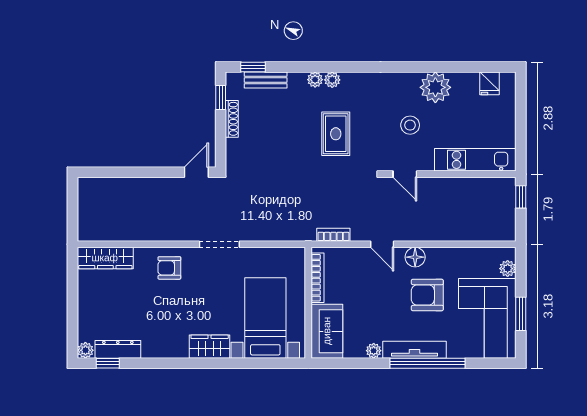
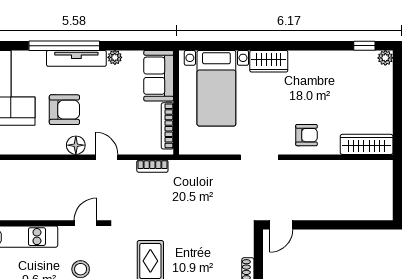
door: (405, 174) -> (85, 223), hinge flipped
dresser: (118, 349) -> (355, 59), removed

